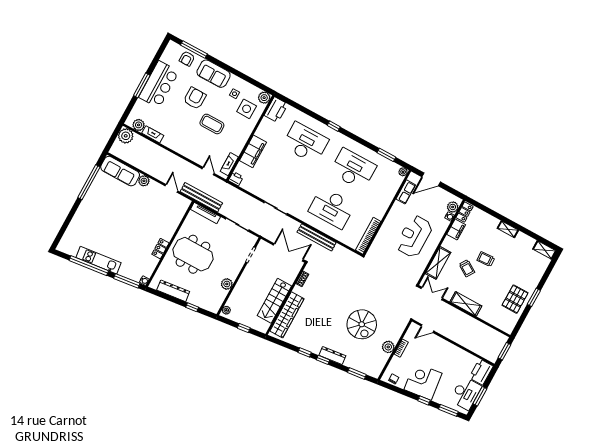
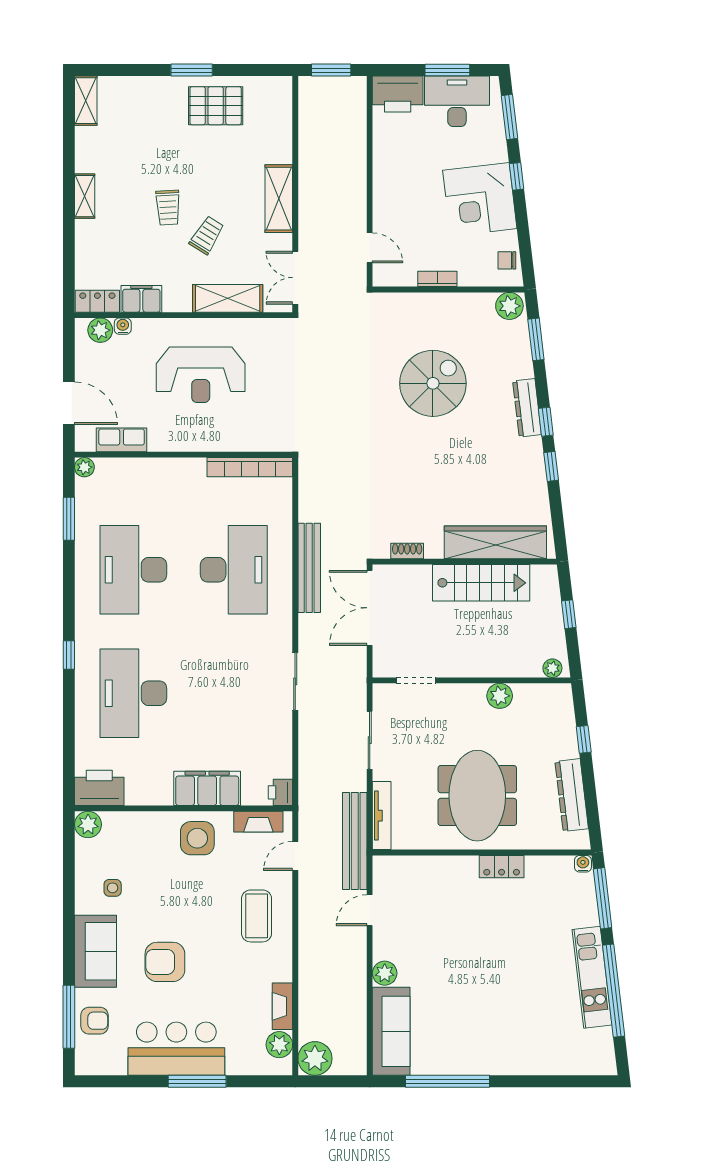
side table: (247, 109) -> (197, 838), moved
coffee table: (212, 124) -> (257, 916), moved
plant: (388, 347) -> (509, 306), moved

